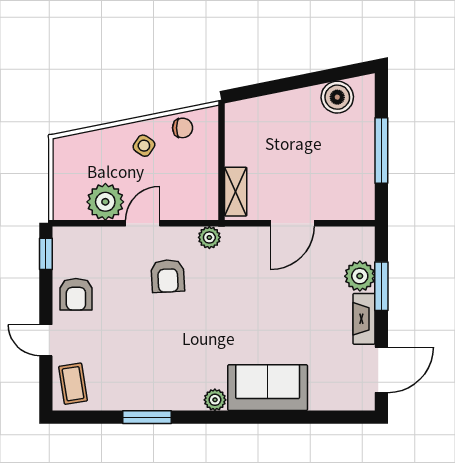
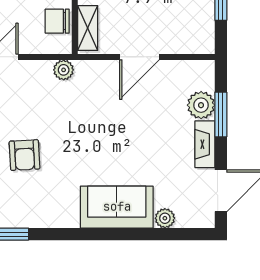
chair: (202, 184) -> (57, 21), added
armchair: (168, 276) -> (25, 155), moved
plant: (215, 400) -> (165, 218), moved

